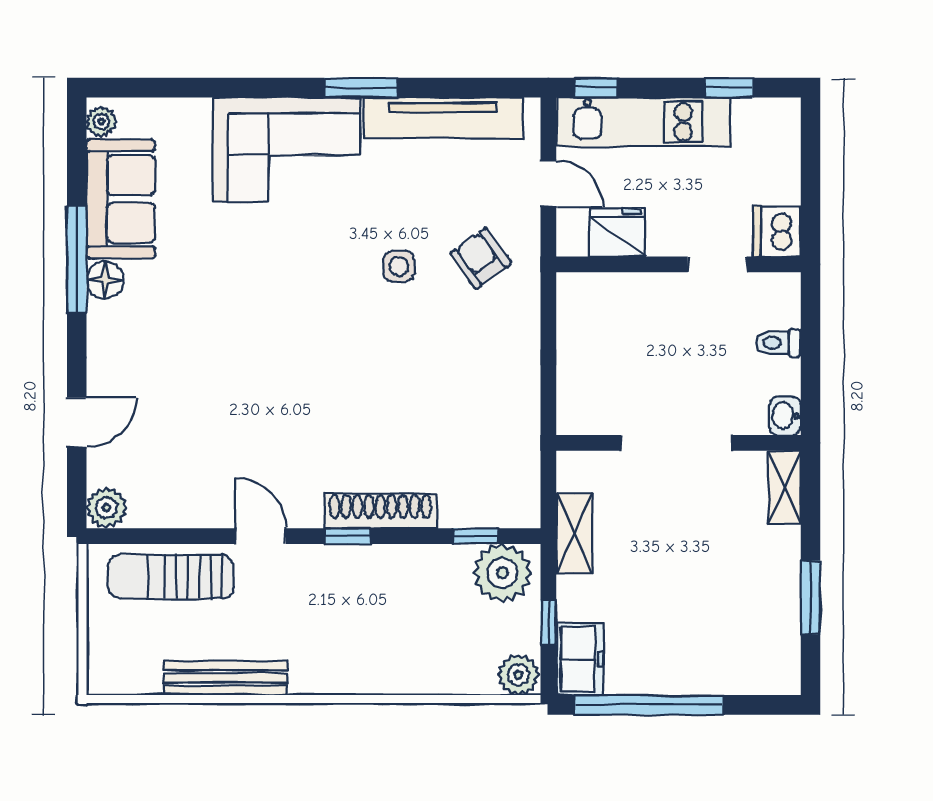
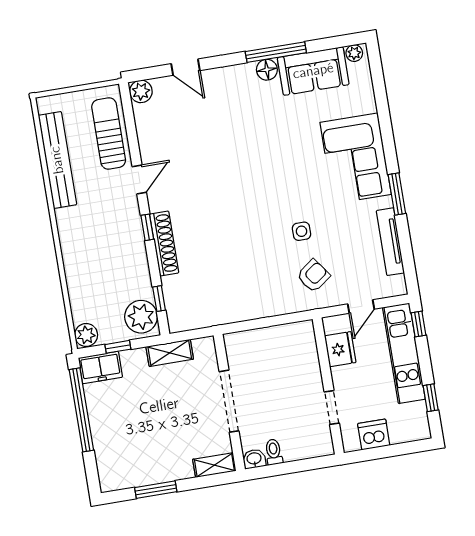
tv unit: (443, 118) -> (390, 242), width x0.73, depth x0.78
dishwasher: (777, 231) -> (374, 435), moved
toilet: (779, 343) -> (274, 452), moved
bench: (225, 678) -> (57, 160), width x1.37, depth x1.21

